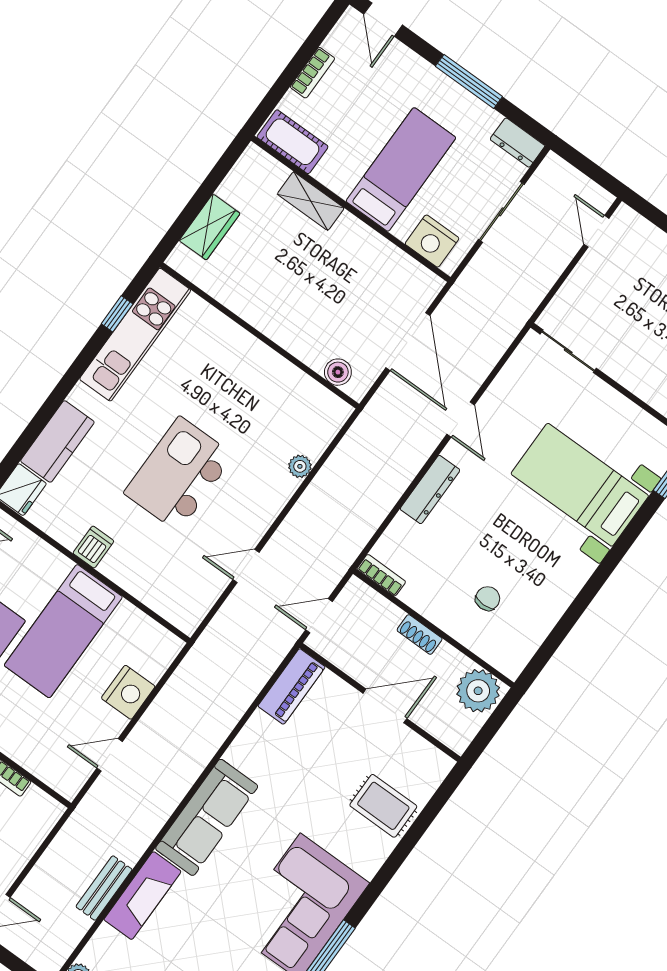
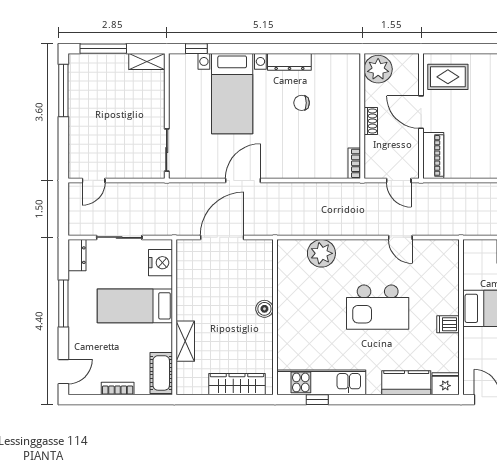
wardrobe: (210, 227) -> (237, 384), width x1.50
boiler: (338, 372) -> (264, 309), moved
door: (461, 420) -> (243, 181), width x1.38
plant: (300, 466) -> (321, 253), width x1.87, depth x1.87
dresser: (430, 490) -> (289, 62), moved, turned 180
chair: (488, 599) -> (302, 103), moved
piano: (292, 686) -> (433, 155), moved, turned 90
rug: (383, 806) -> (448, 77), moved, turned 90

